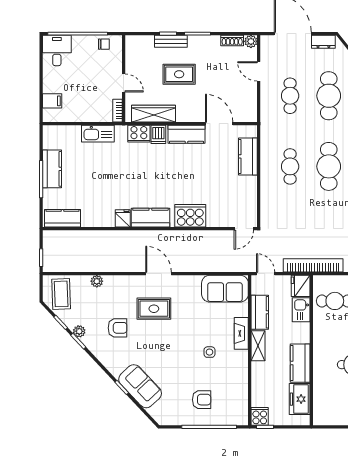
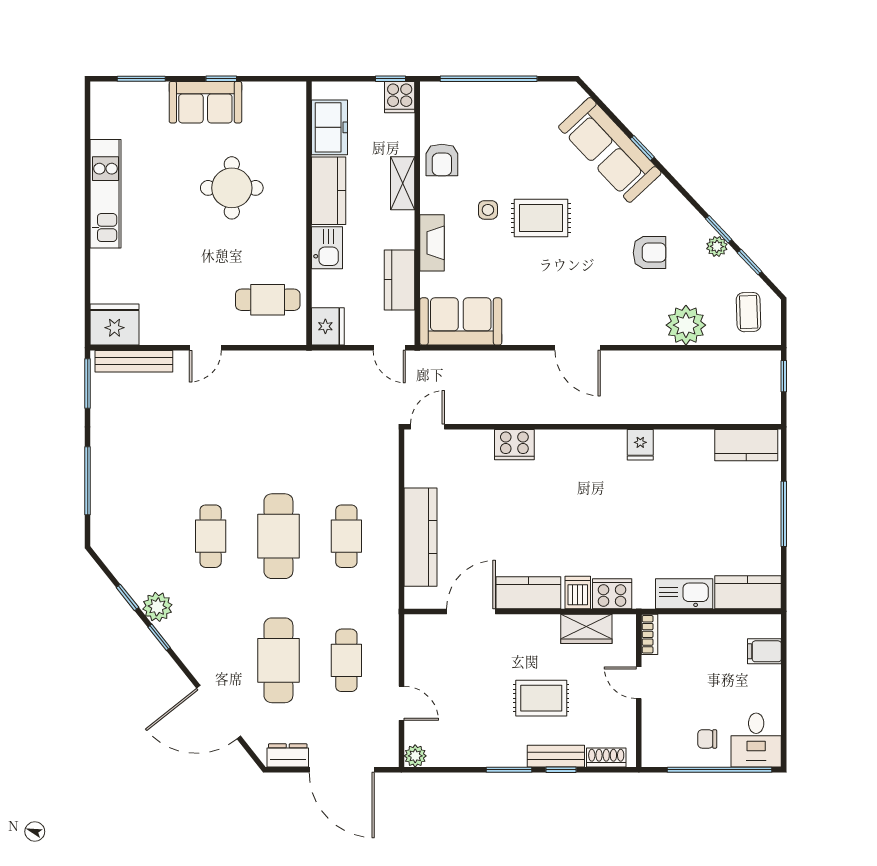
shoe rack: (232, 40) -> (606, 758), moved
chair: (104, 44) -> (707, 739), moved
wardrobe: (153, 114) -> (586, 629), width x0.67
door: (219, 124) -> (471, 611), swing flipped
kitchen counter: (248, 156) -> (420, 537), width x1.50
kitchen counter: (52, 169) -> (748, 592), moved, turned 90
cooker: (190, 216) -> (514, 445), width x0.73, depth x0.76
kitchen counter: (150, 218) -> (592, 446), removed
bookcase: (313, 265) -> (306, 362), removed
plant: (97, 281) -> (686, 325), width x1.87, depth x1.87
coffee table: (61, 294) -> (749, 312), width x0.73, depth x0.77
rug: (154, 309) -> (541, 218), moved
kitchen sink: (301, 310) -> (327, 248), moved
armchair: (118, 328) -> (650, 253), turned 180
shelving: (258, 346) -> (403, 183), moved
sofa: (140, 386) -> (610, 150), width x1.36
armchair: (202, 400) -> (442, 160), moved, turned -90

